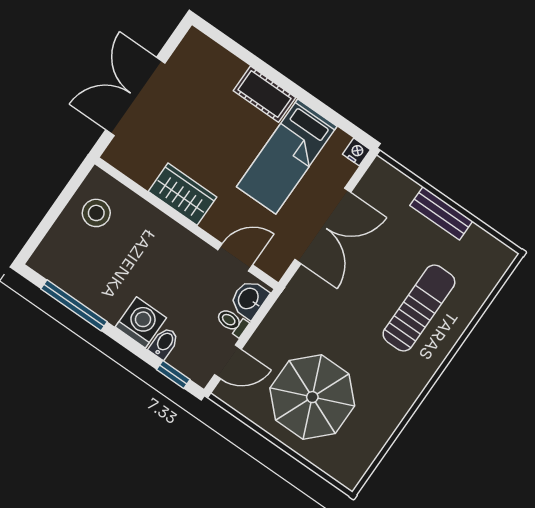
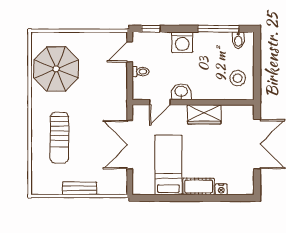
nightstand: (356, 152) -> (221, 189), moved
washbasin: (249, 299) -> (181, 92), moved, turned -90
bidet: (164, 343) -> (238, 40), moved
parasol: (312, 397) -> (56, 69), moved

